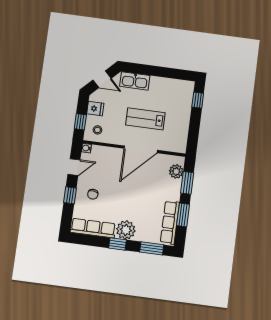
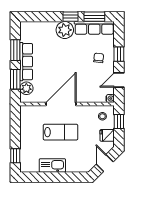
door: (102, 79) -> (105, 163), hinge flipped
kitchen sink: (135, 81) -> (52, 165), moved
row of seats: (170, 222) -> (26, 62), moved
window: (152, 248) -> (94, 17), moved

